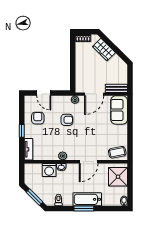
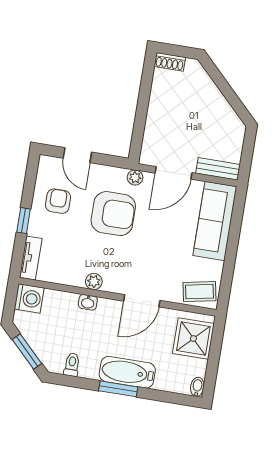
wardrobe: (104, 50) -> (206, 91), removed
sofa: (119, 110) -> (215, 221), width x1.36
armchair: (67, 120) -> (113, 214), width x1.88, depth x1.88
washing machine: (49, 170) -> (29, 298), moved, turned -90

